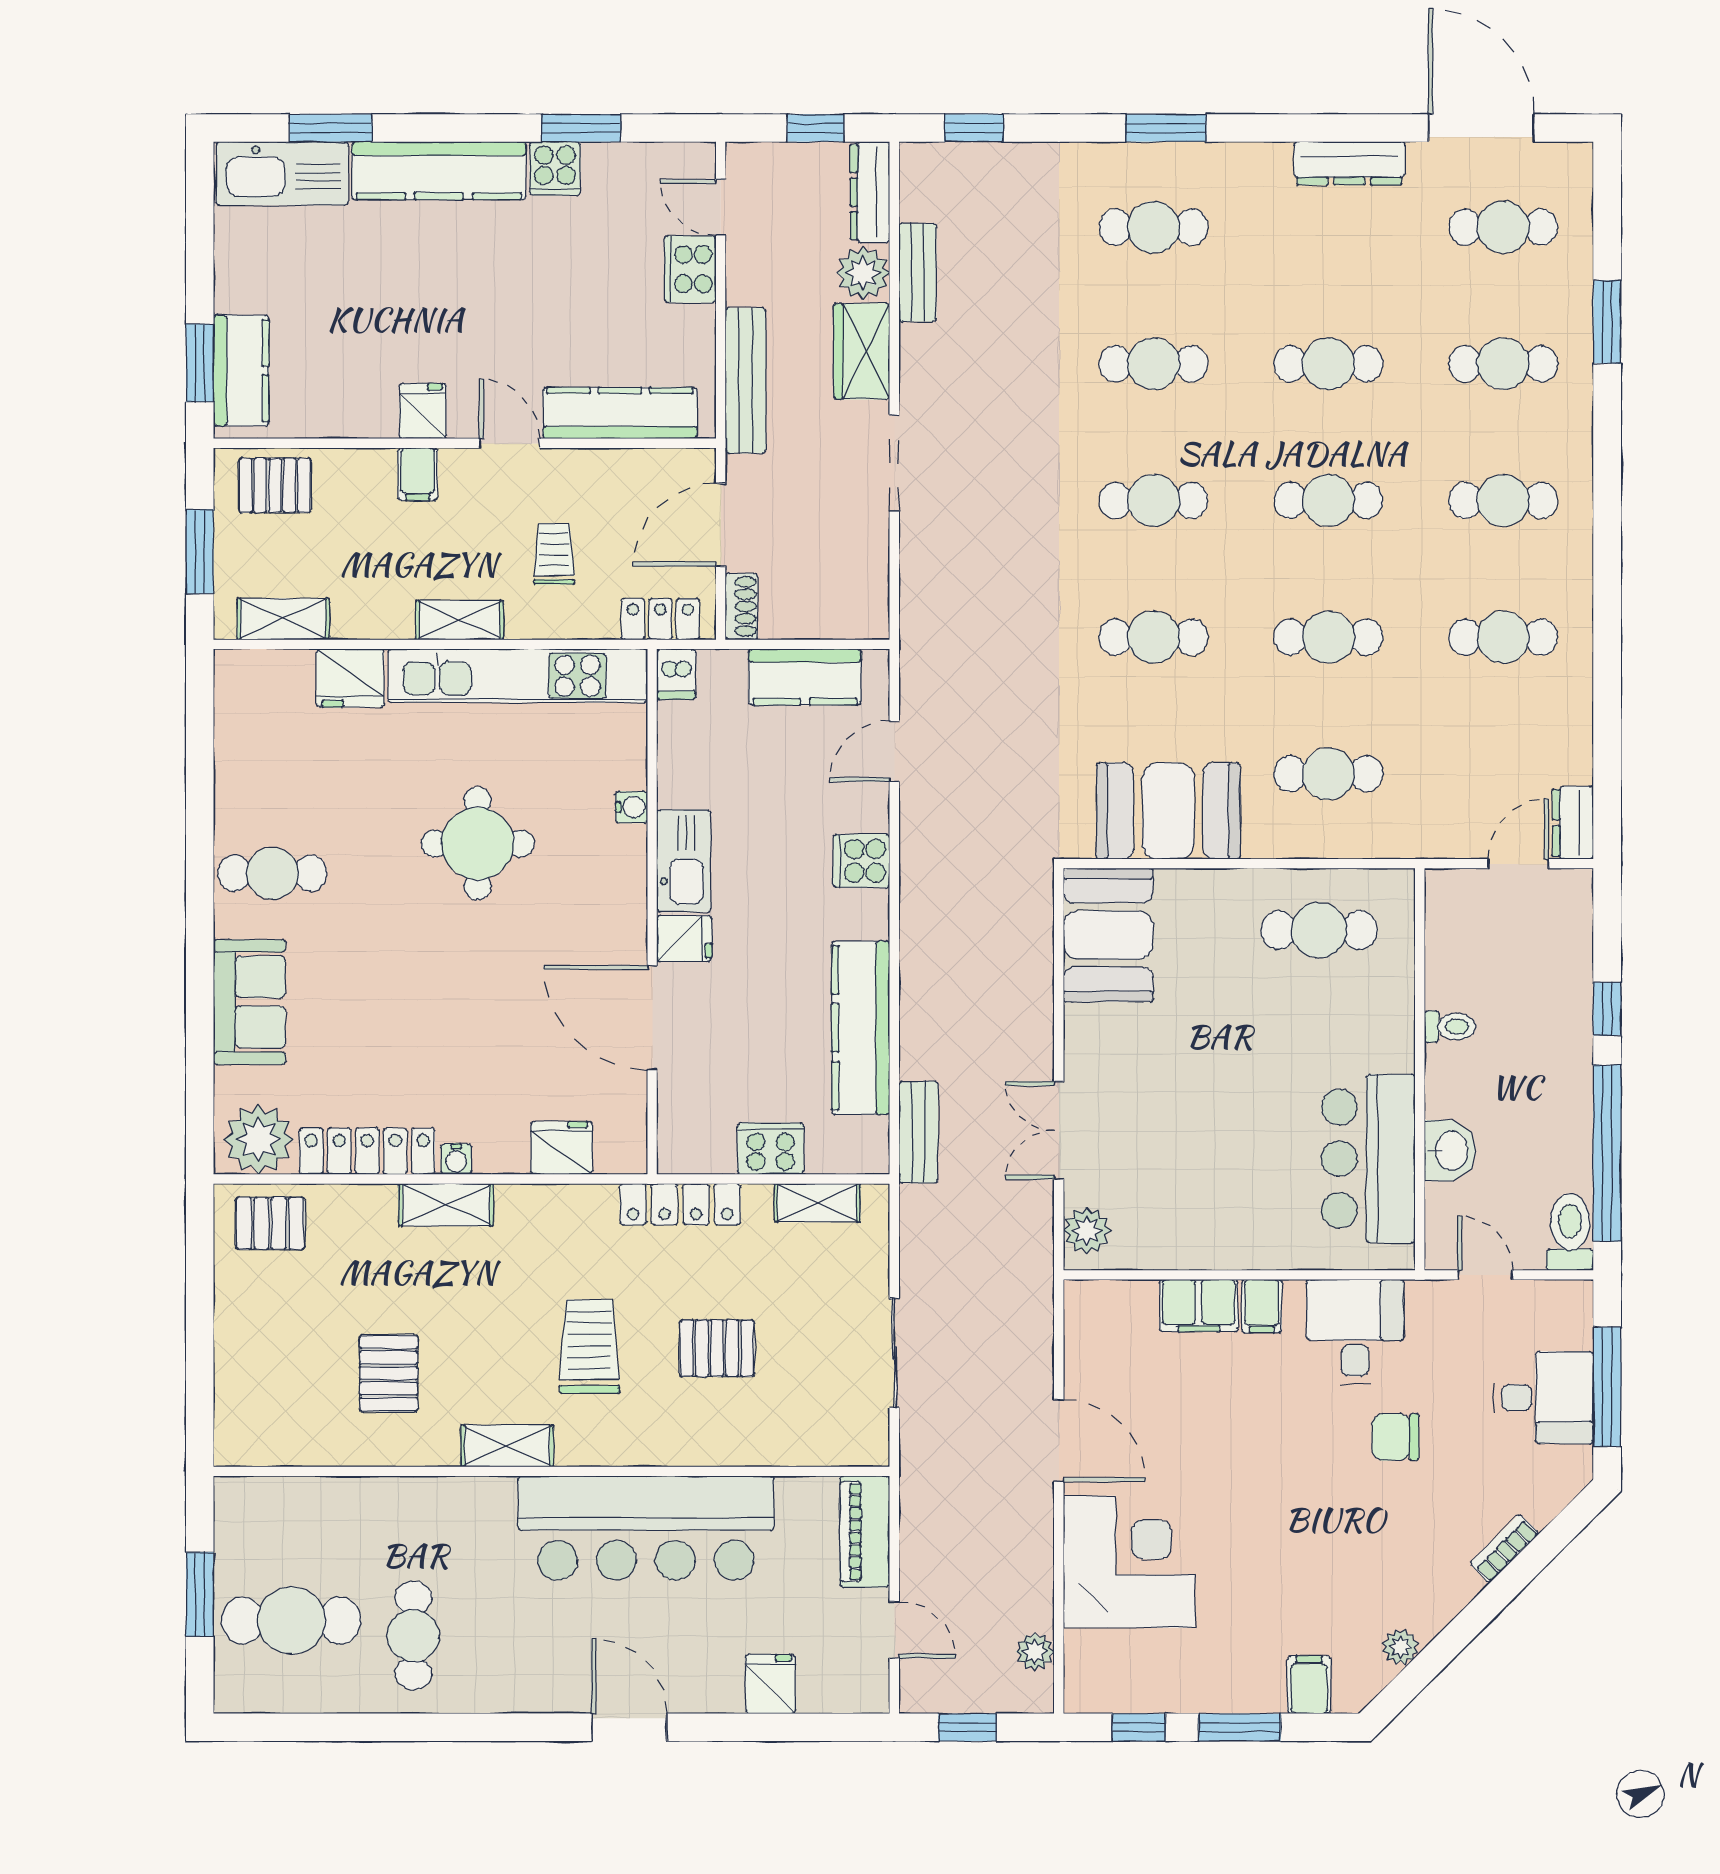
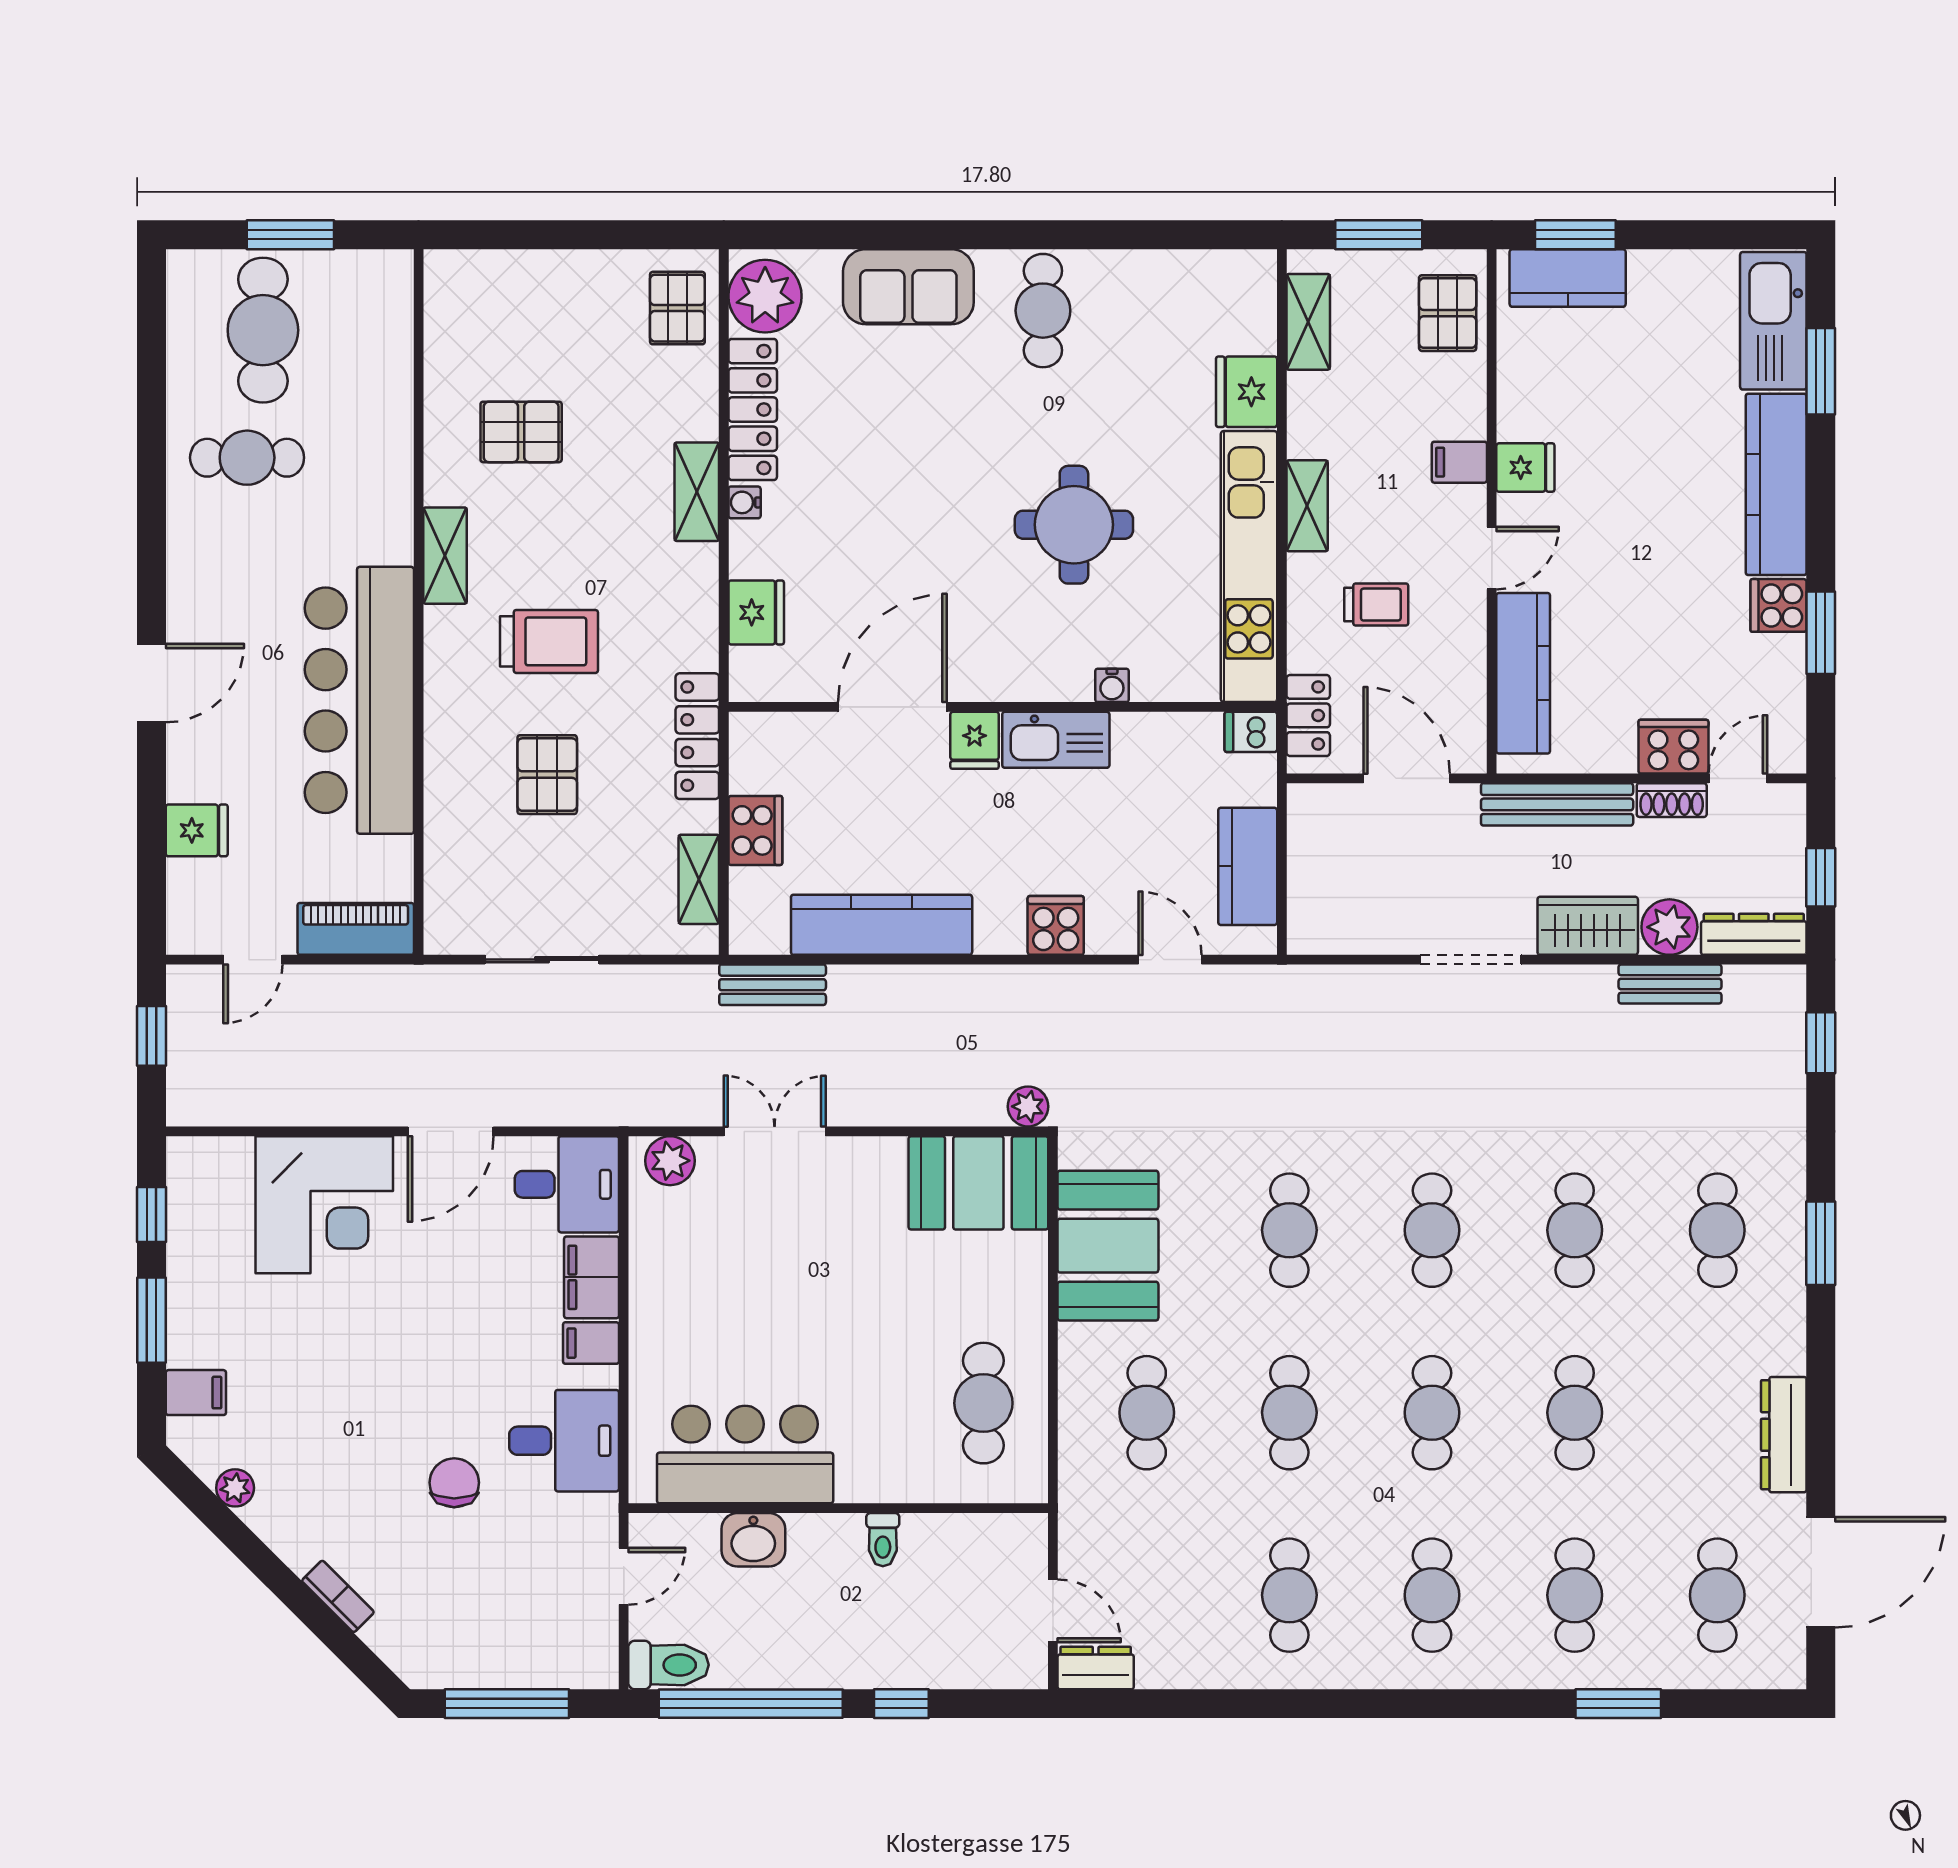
shoe rack: (741, 606) -> (1672, 800), moved
desk: (1544, 1398) -> (567, 1184), moved, turned -90
plant: (1035, 1652) -> (1028, 1106), moved

